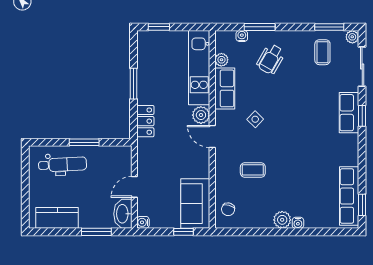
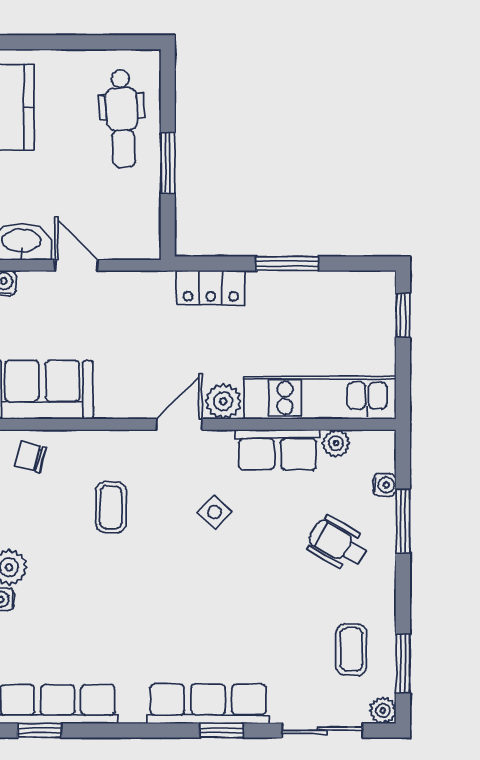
coffee table: (322, 52) -> (351, 650), turned 90
row of seats: (349, 113) -> (208, 704), width x1.48

